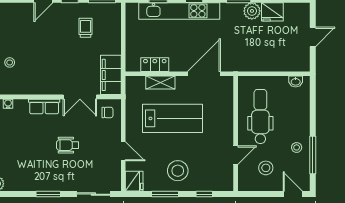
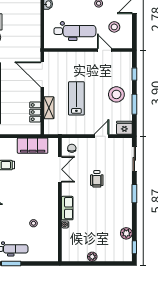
filing cabinet: (111, 75) -> (33, 146), moved
row of seats: (44, 106) -> (67, 208), moved
dental chair: (260, 116) -> (75, 31), turned 180
lab bench: (173, 118) -> (76, 98), width x0.73, depth x0.72

